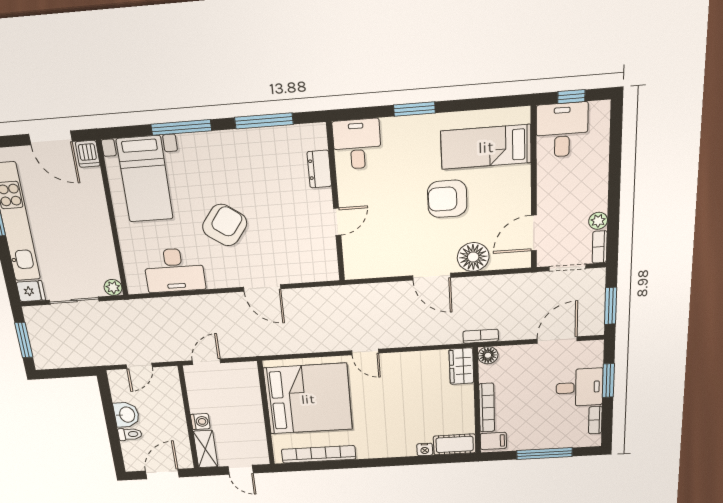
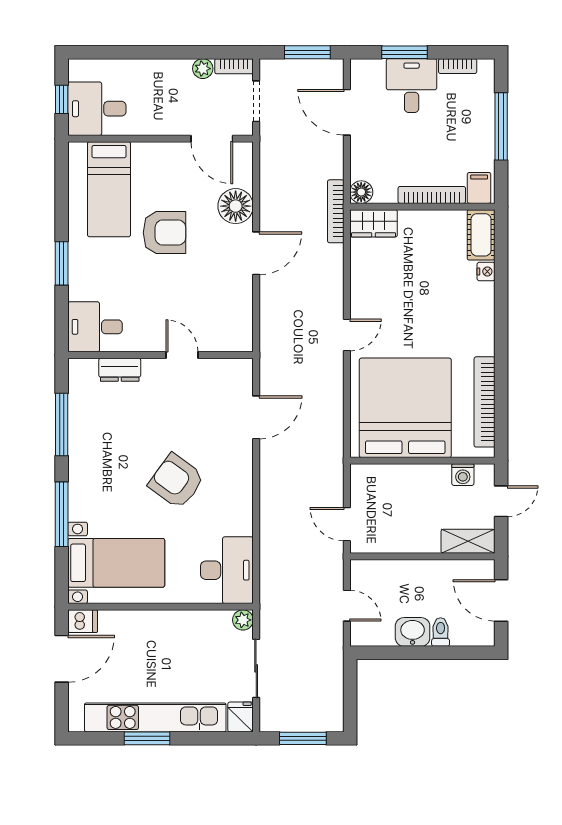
armchair: (447, 199) -> (165, 233), turned -90
desk: (174, 270) -> (227, 570), moved
door: (262, 288) -> (256, 417), moved
bookcase: (481, 336) -> (336, 211), width x1.56
washing machine: (200, 422) -> (463, 475), moved, turned 180

